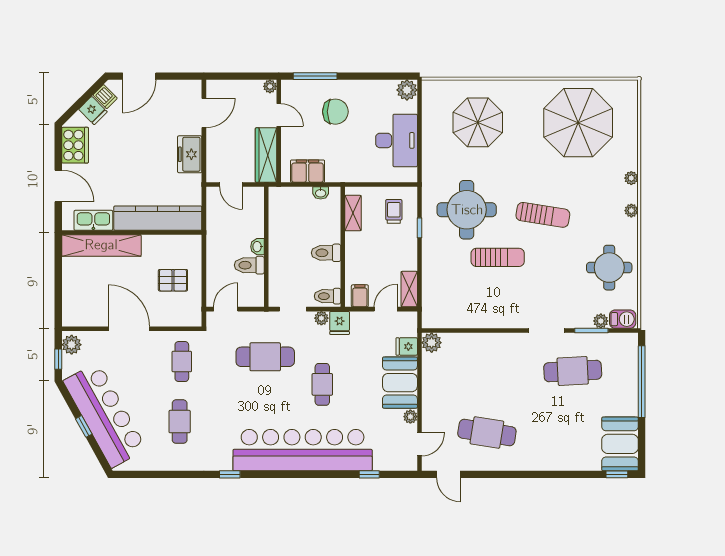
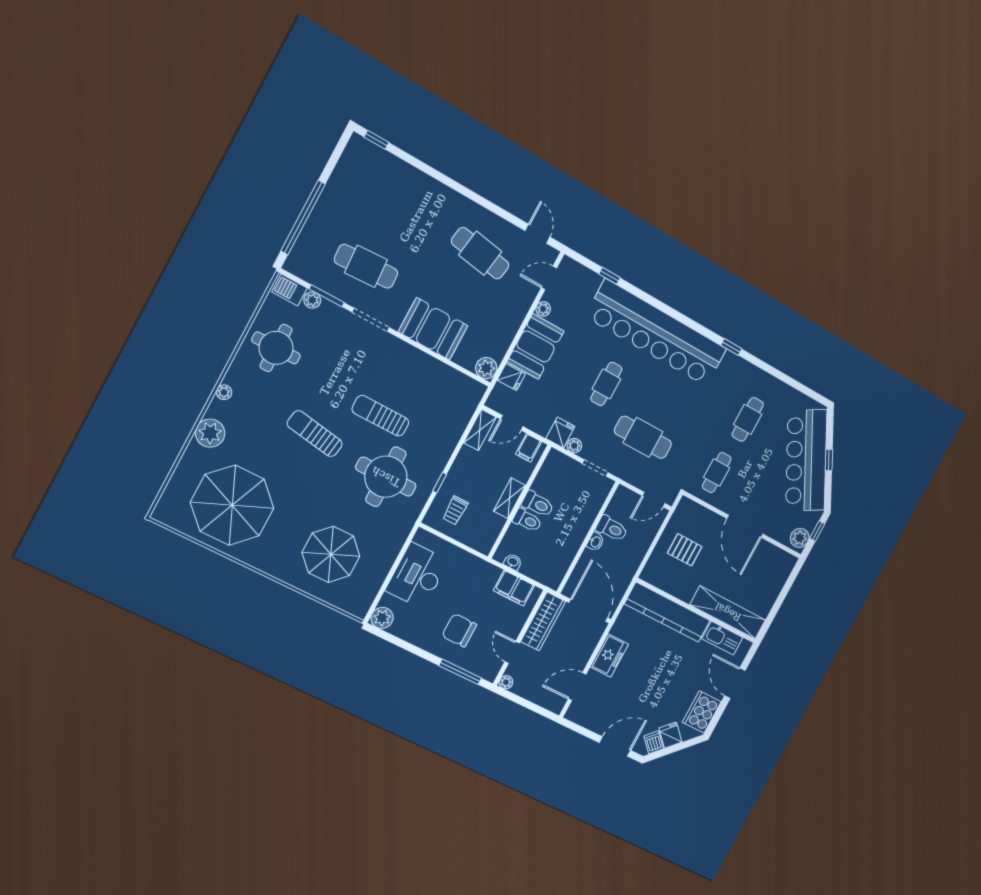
plant: (631, 178) -> (210, 433), width x1.88, depth x1.88
door: (231, 184) -> (588, 610), width x1.87
shelving: (353, 213) -> (510, 498), moved
toilet: (328, 296) -> (527, 520), moved
booth: (620, 444) -> (433, 329), moved, turned 90

